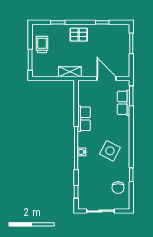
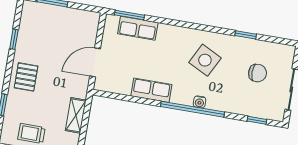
shelving: (70, 72) -> (76, 115), moved
door: (106, 78) -> (95, 62), moved
chair: (118, 188) -> (258, 73), moved

